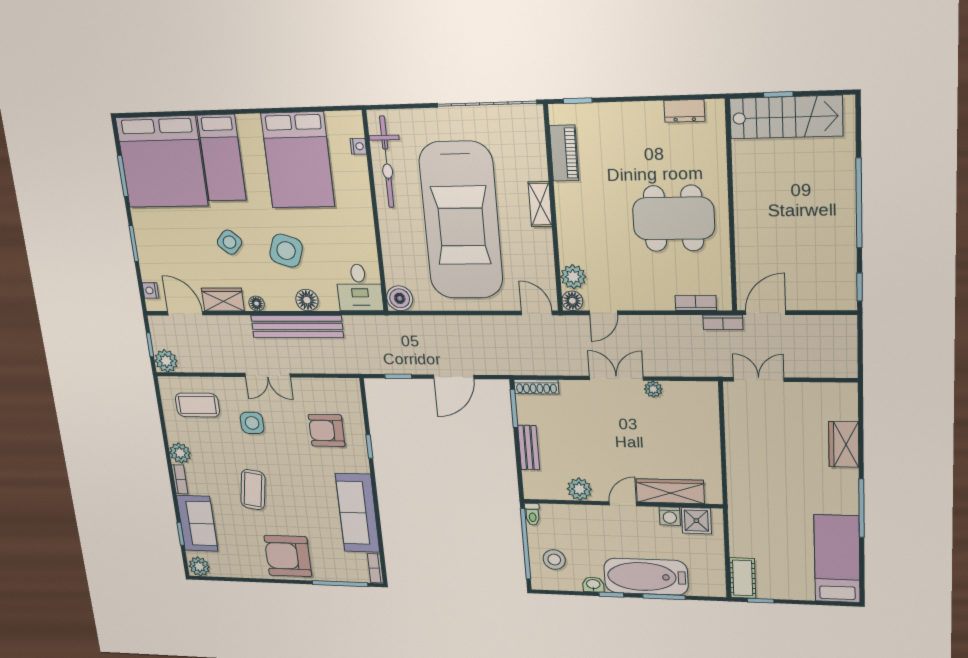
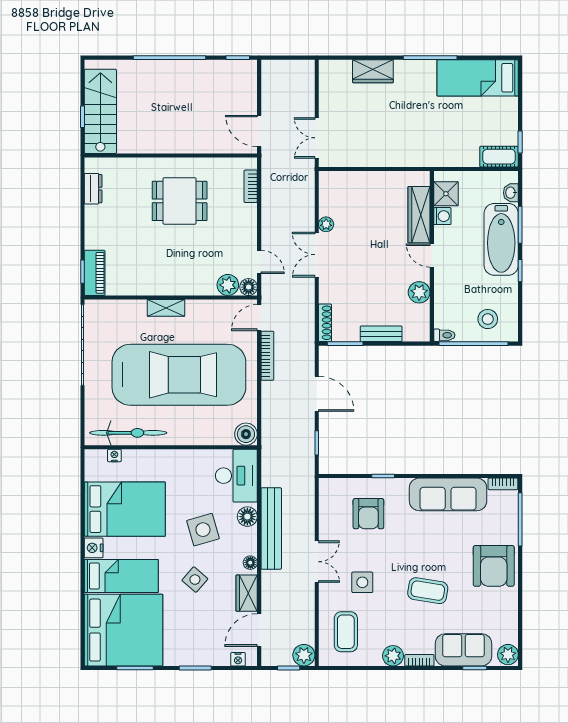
nightstand: (249, 125) -> (94, 548), added
piano: (564, 153) -> (95, 273), moved, turned 90
dining table: (674, 218) -> (180, 201), width x0.73
side table: (286, 251) -> (203, 530), turned -35
desk: (359, 288) -> (236, 476), width x1.37
bookcase: (723, 322) -> (267, 356), moved, width x1.56
washbasin: (593, 584) -> (511, 193), moved

